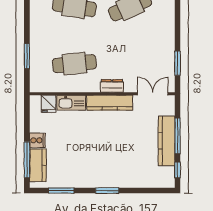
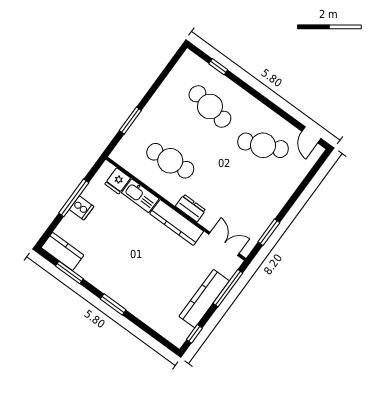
window: (178, 136) -> (228, 288), moved
window: (27, 160) -> (74, 198), moved
kitchen counter: (38, 165) -> (62, 251), moved, turned -90

